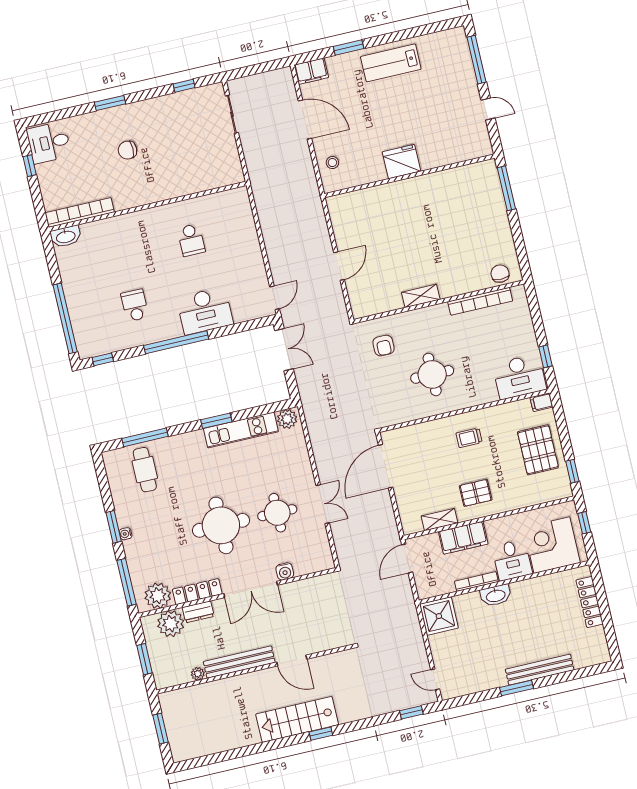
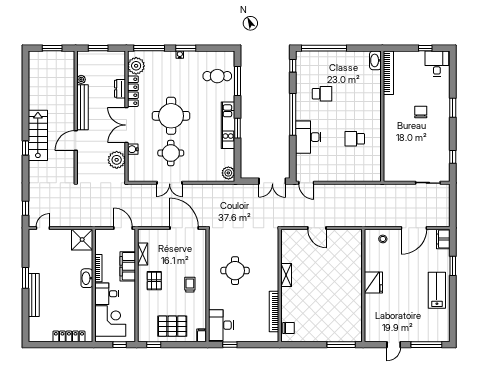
armchair: (384, 346) -> (260, 244), removed
kitchen unit: (241, 430) -> (228, 125), moved
plant: (171, 624) -> (117, 160), moved

